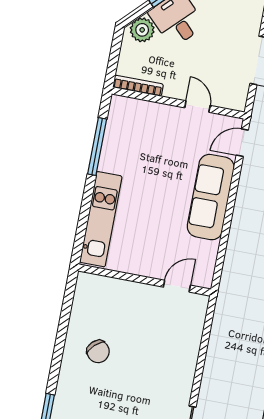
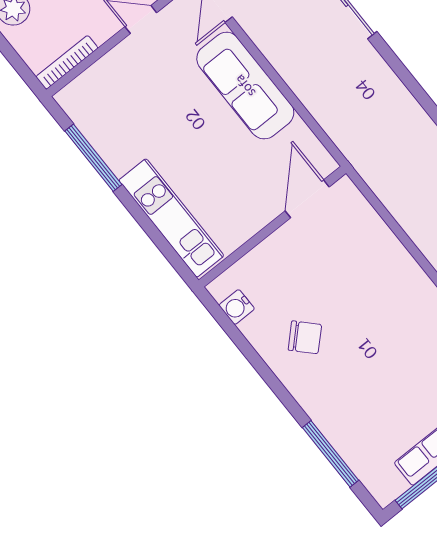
door: (177, 286) -> (307, 199), width x1.37
water cooler: (82, 299) -> (237, 307), added

